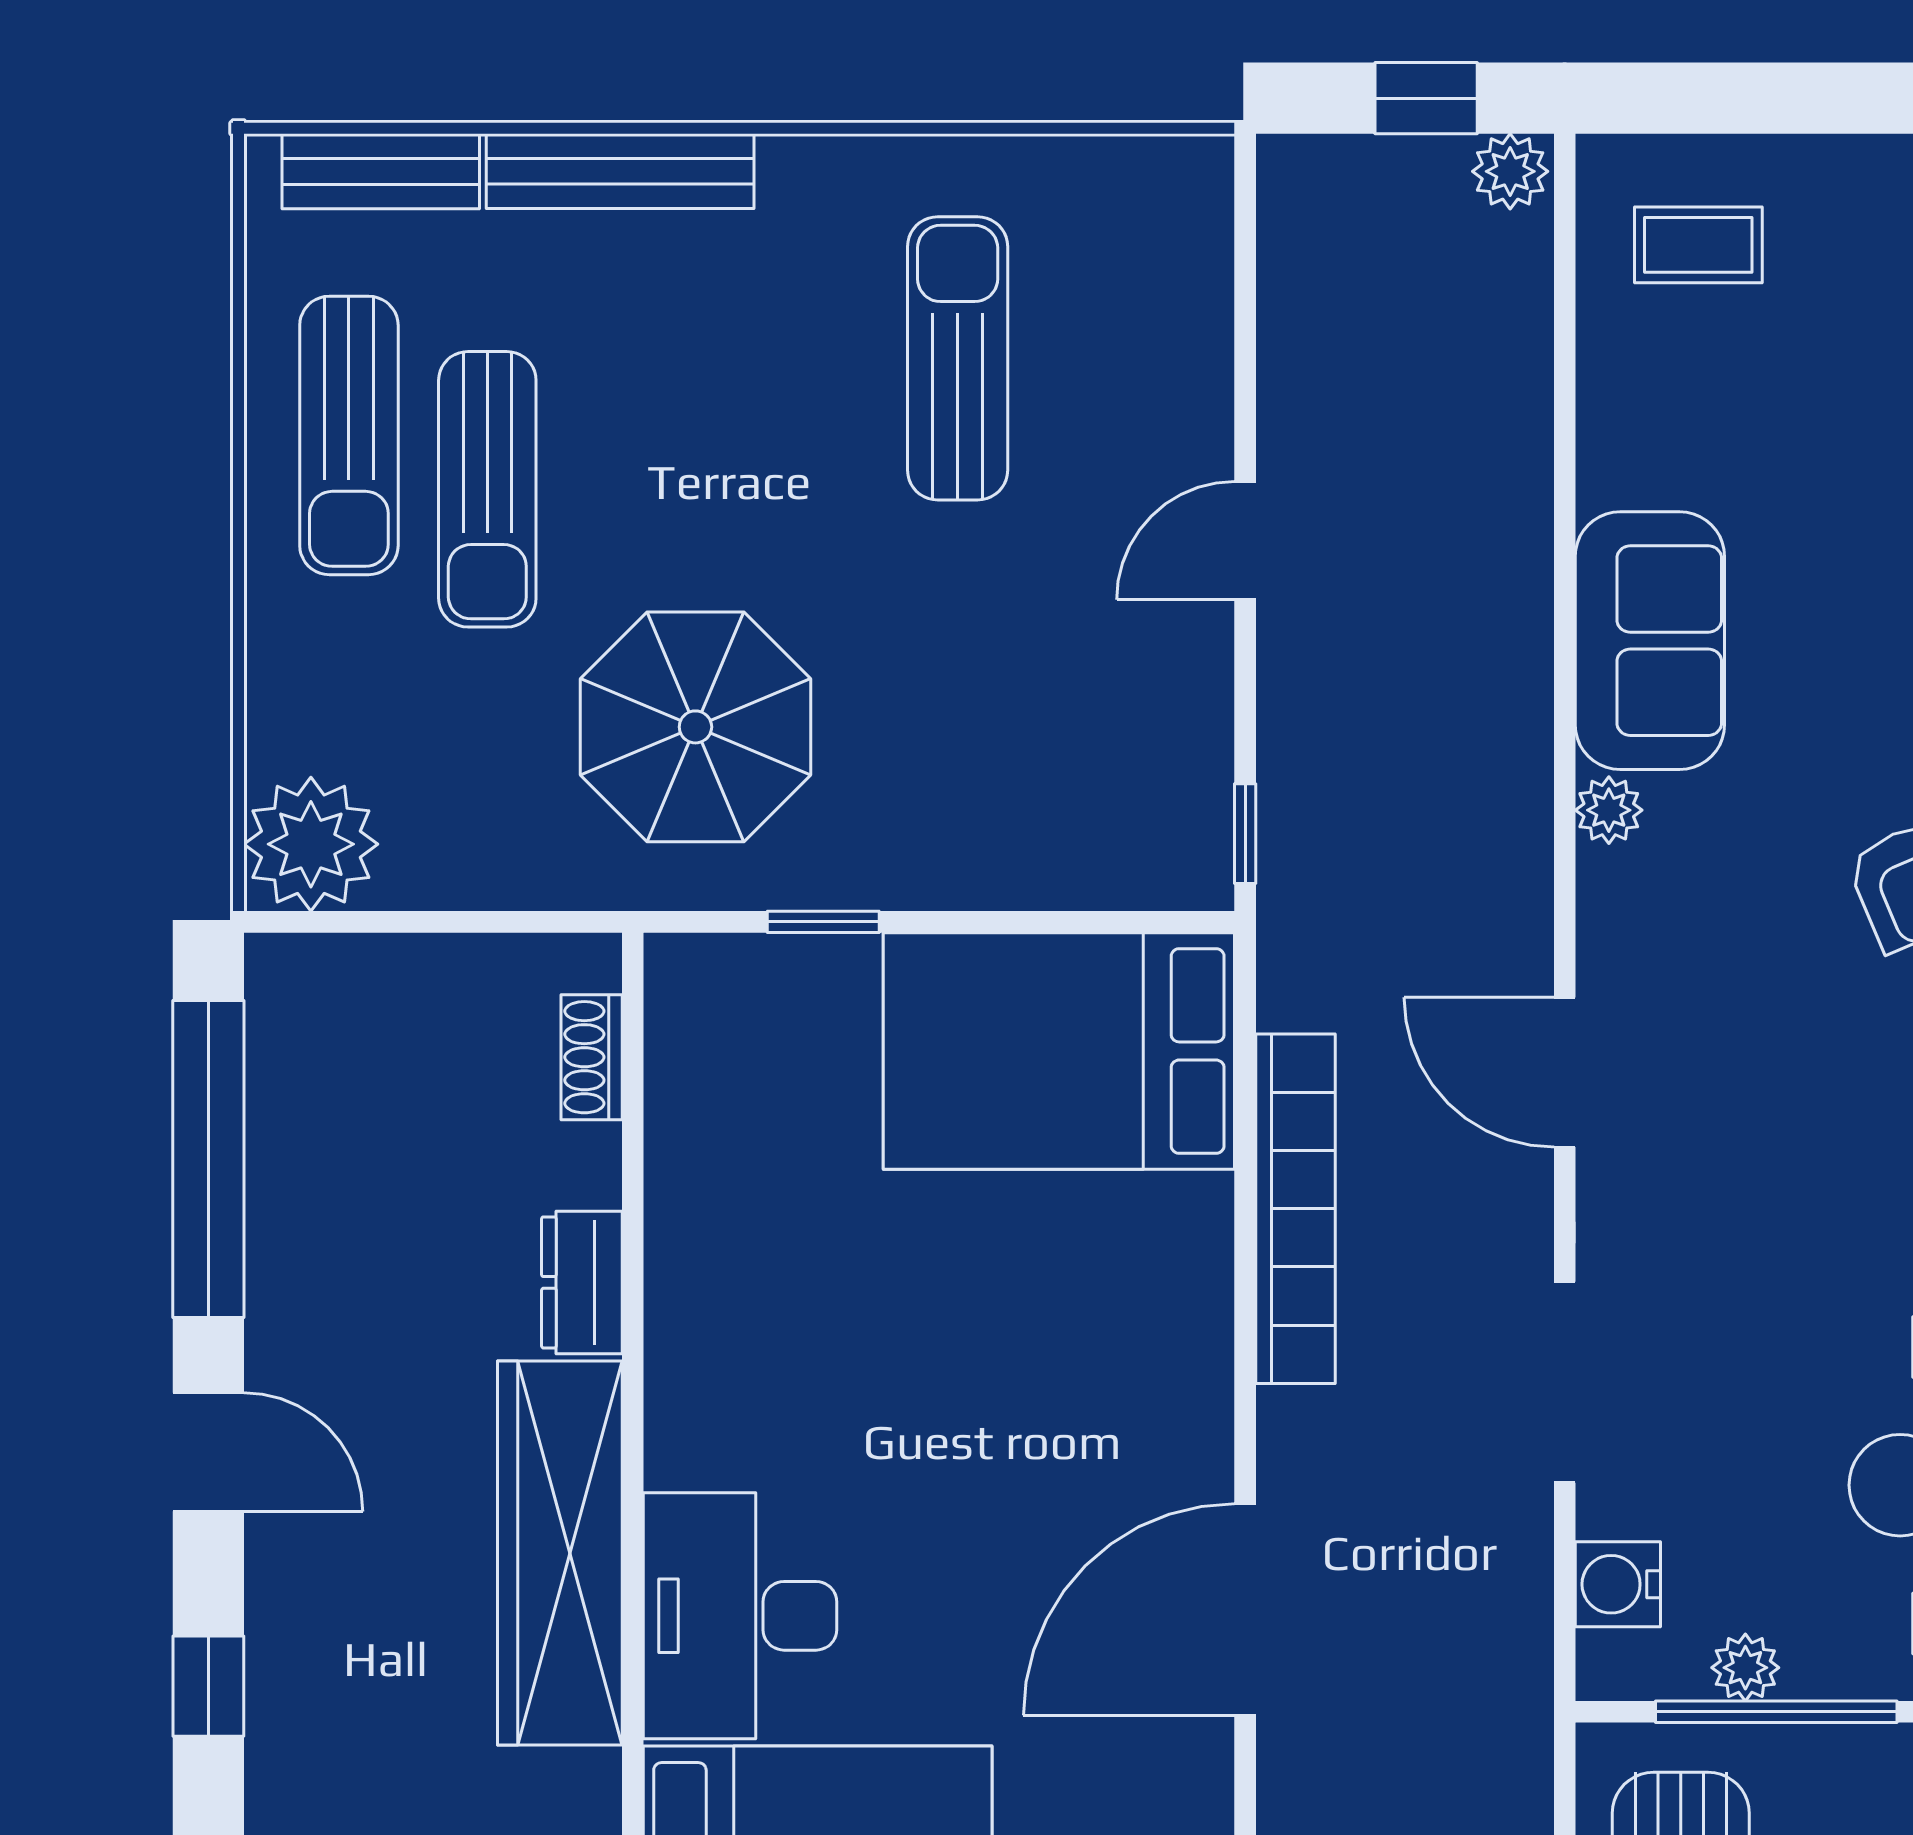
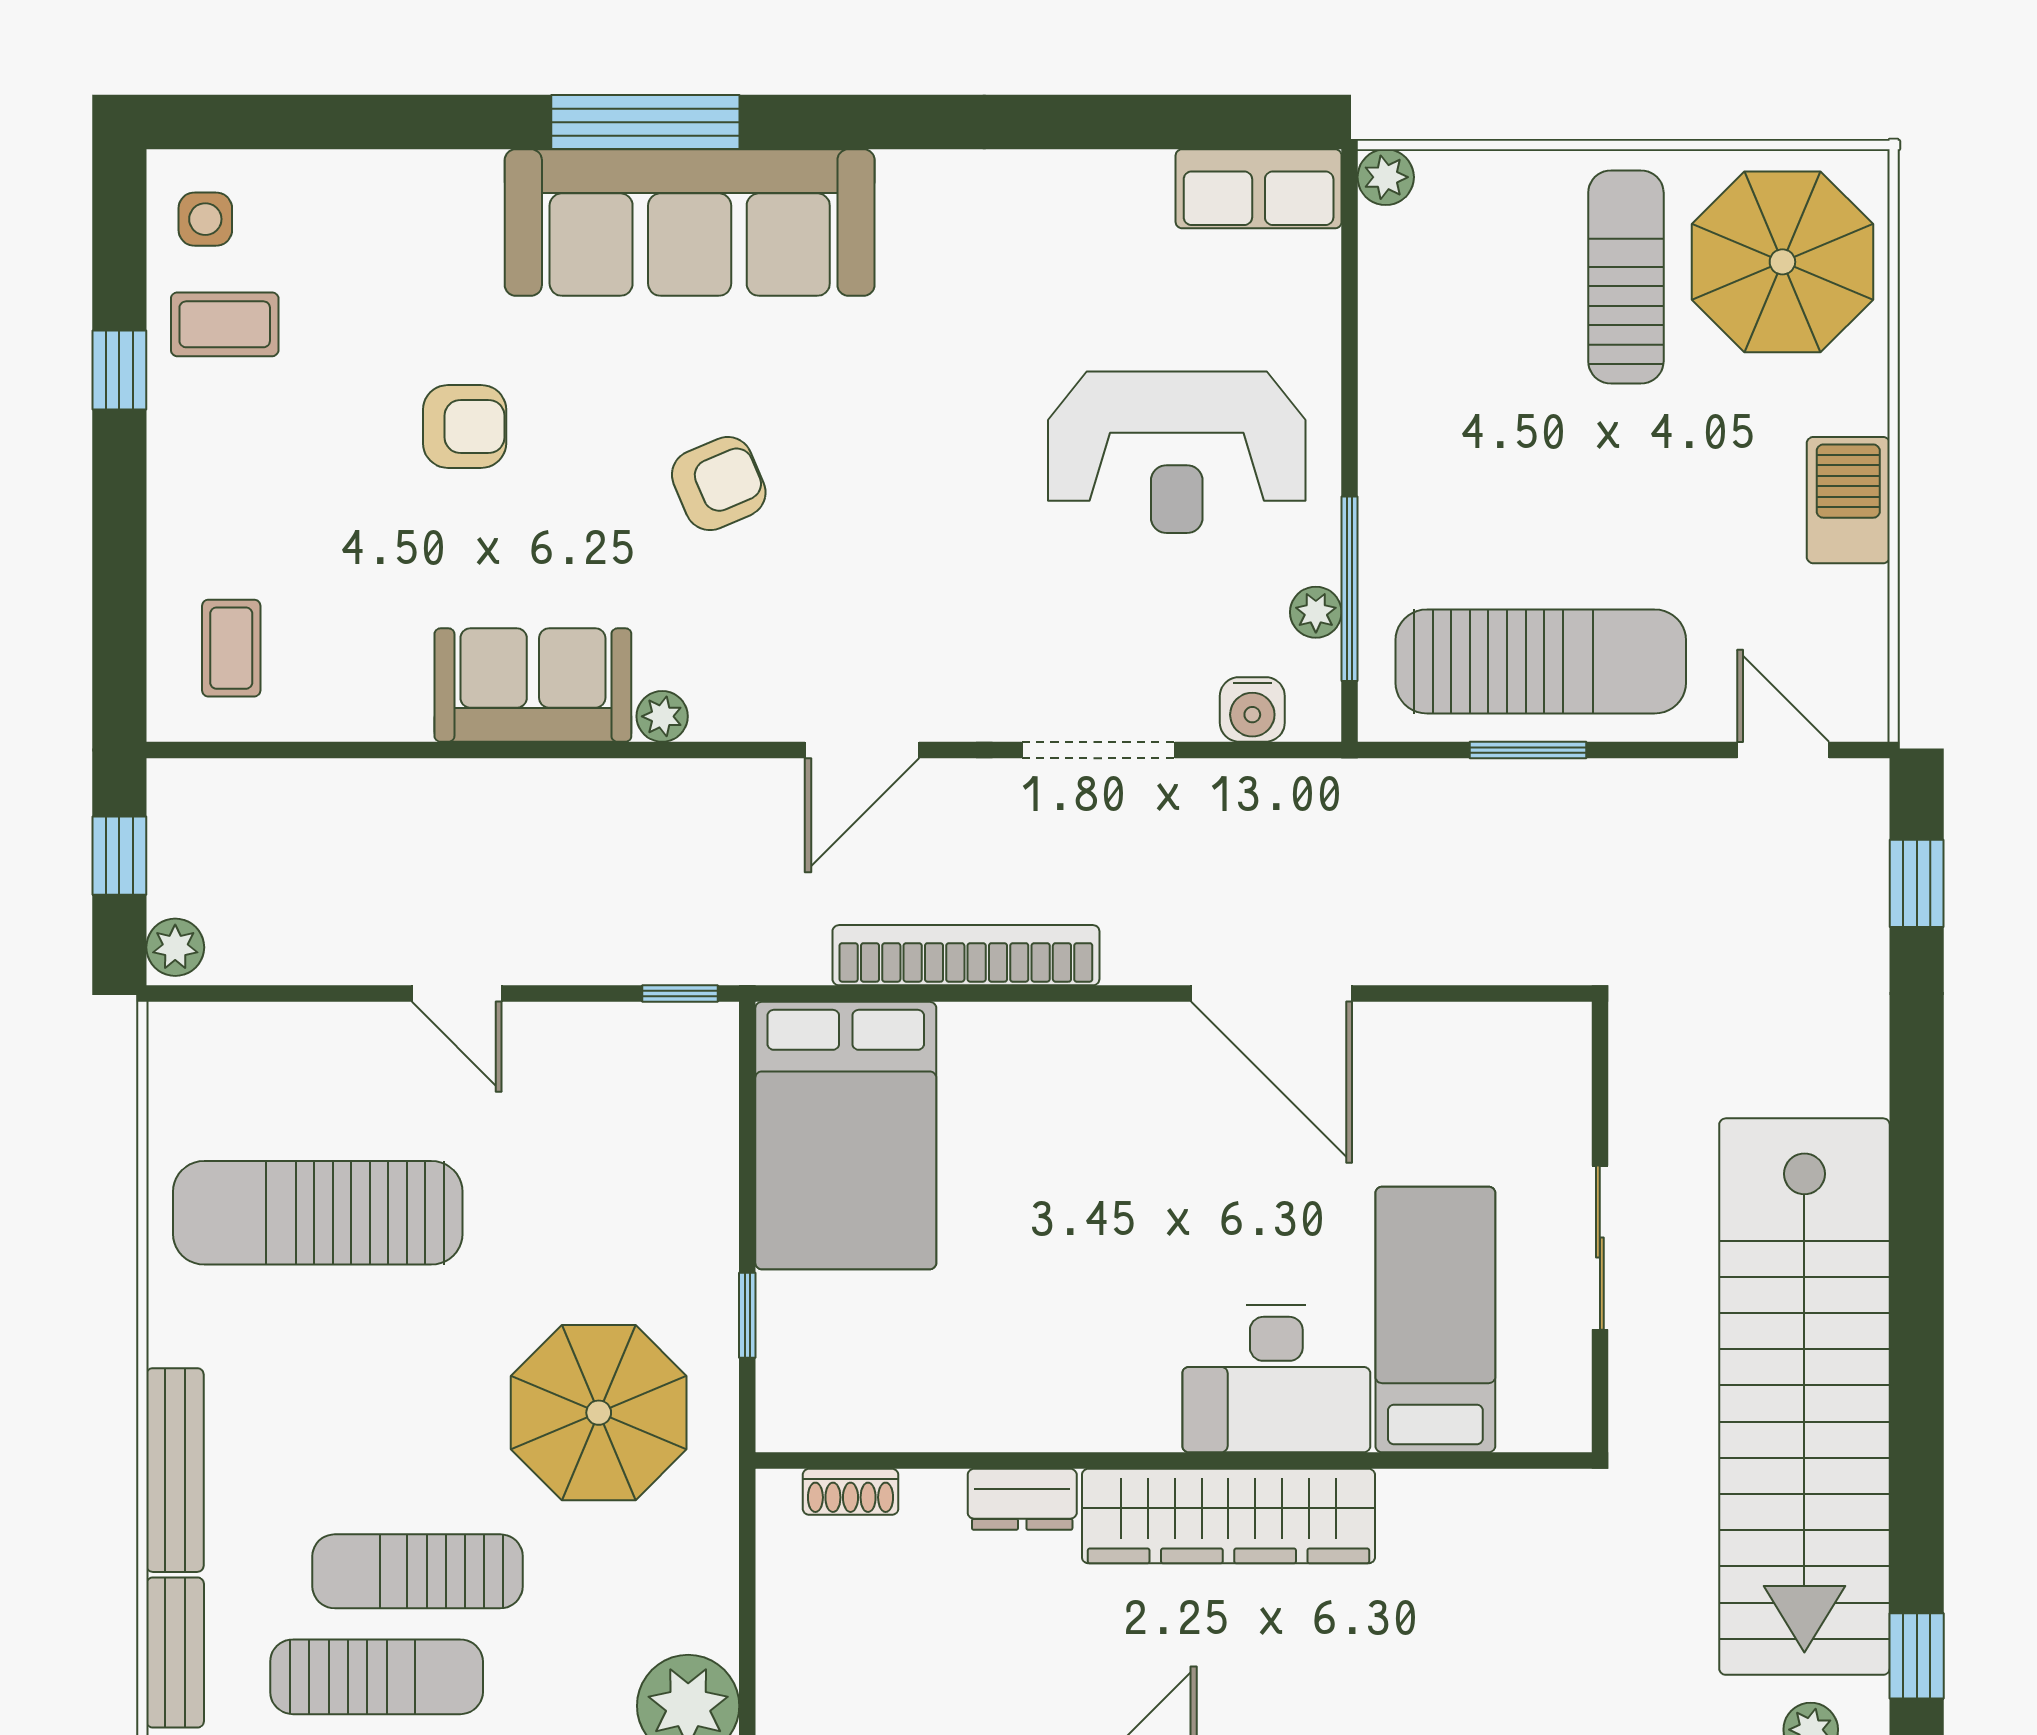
plant: (1510, 171) -> (175, 947), moved
sun lounger: (958, 358) -> (318, 1213), width x1.36, depth x1.34
sun lounger: (487, 489) -> (418, 1571), turned 180

